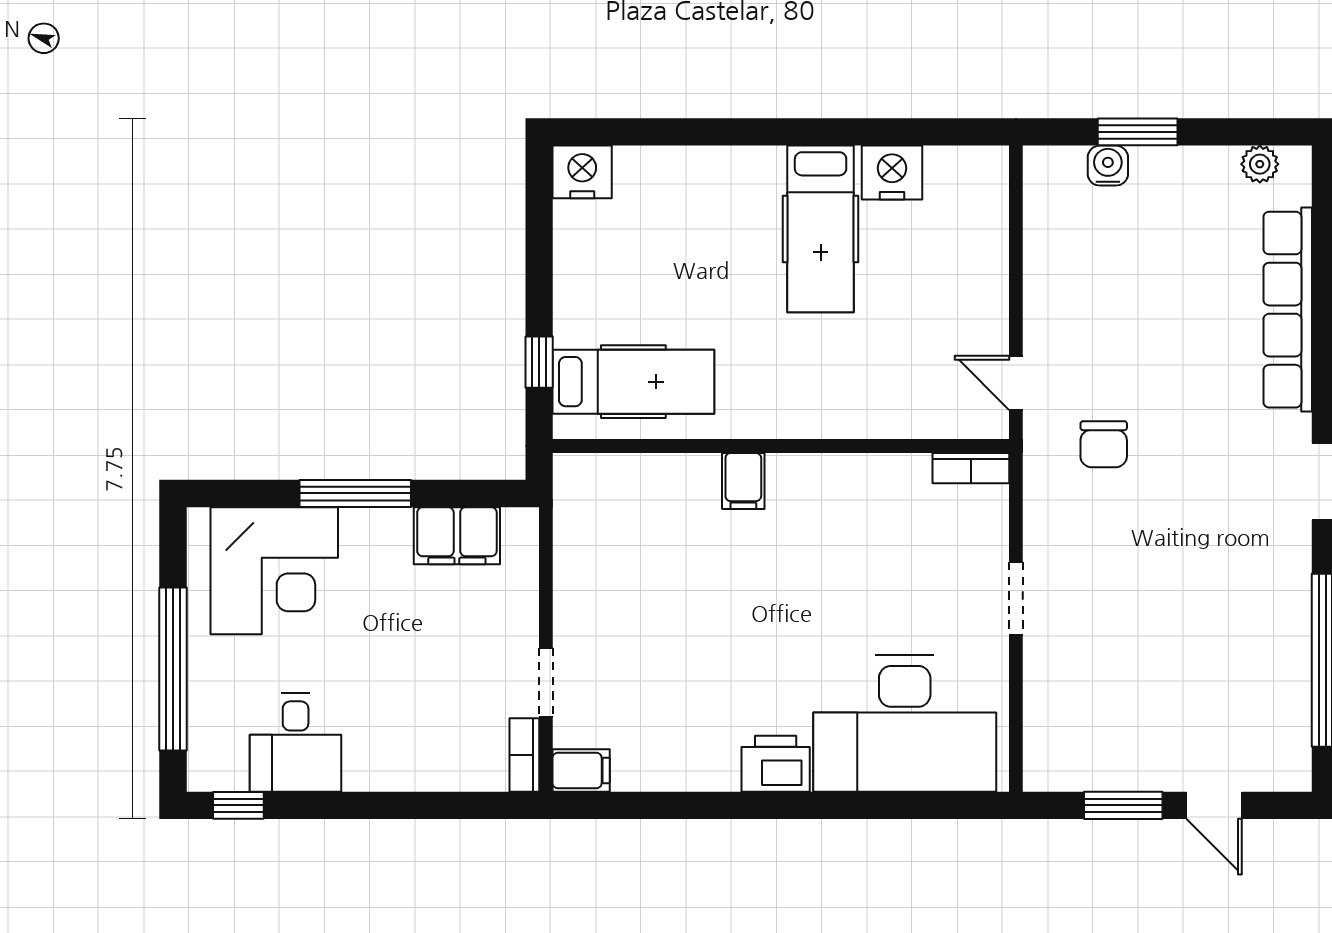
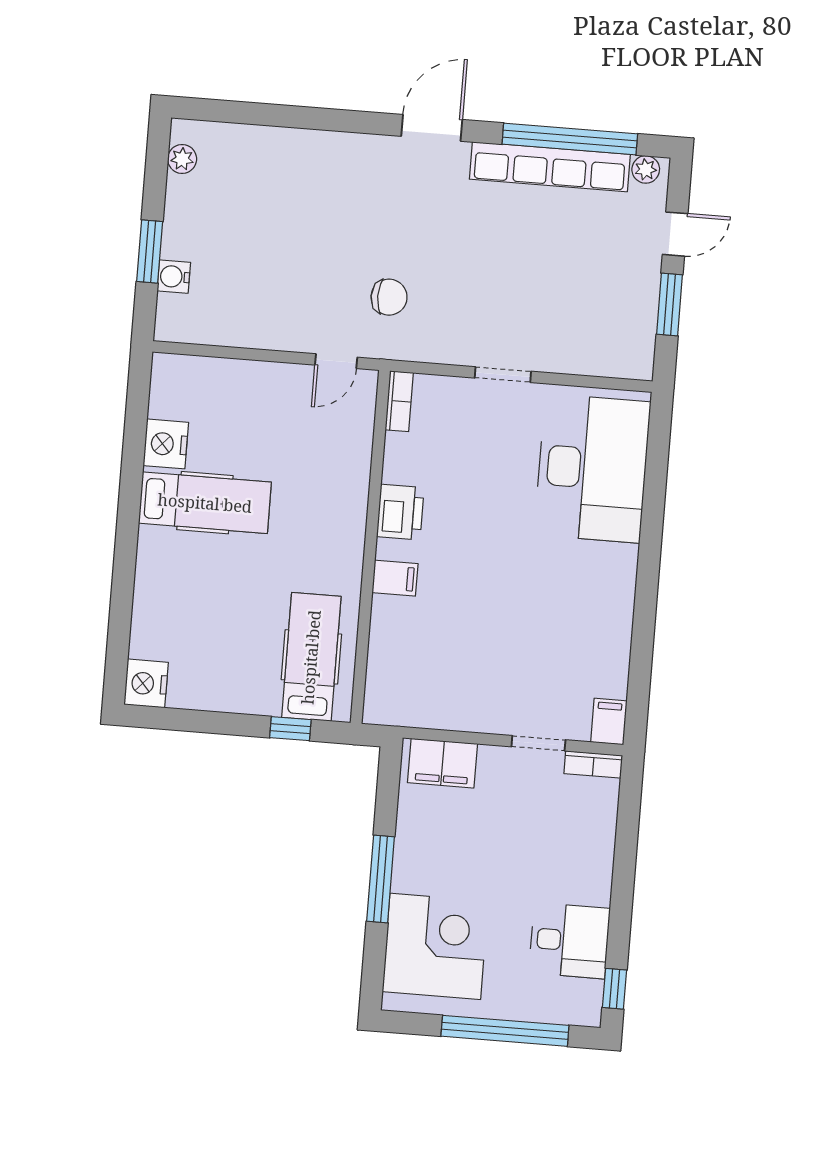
row of seats: (1288, 310) -> (550, 167), moved
filing cabinet: (457, 536) -> (443, 763), moved, turned 90
plant: (1294, 761) -> (646, 169), added
printer: (776, 764) -> (400, 512), moved, turned 180

